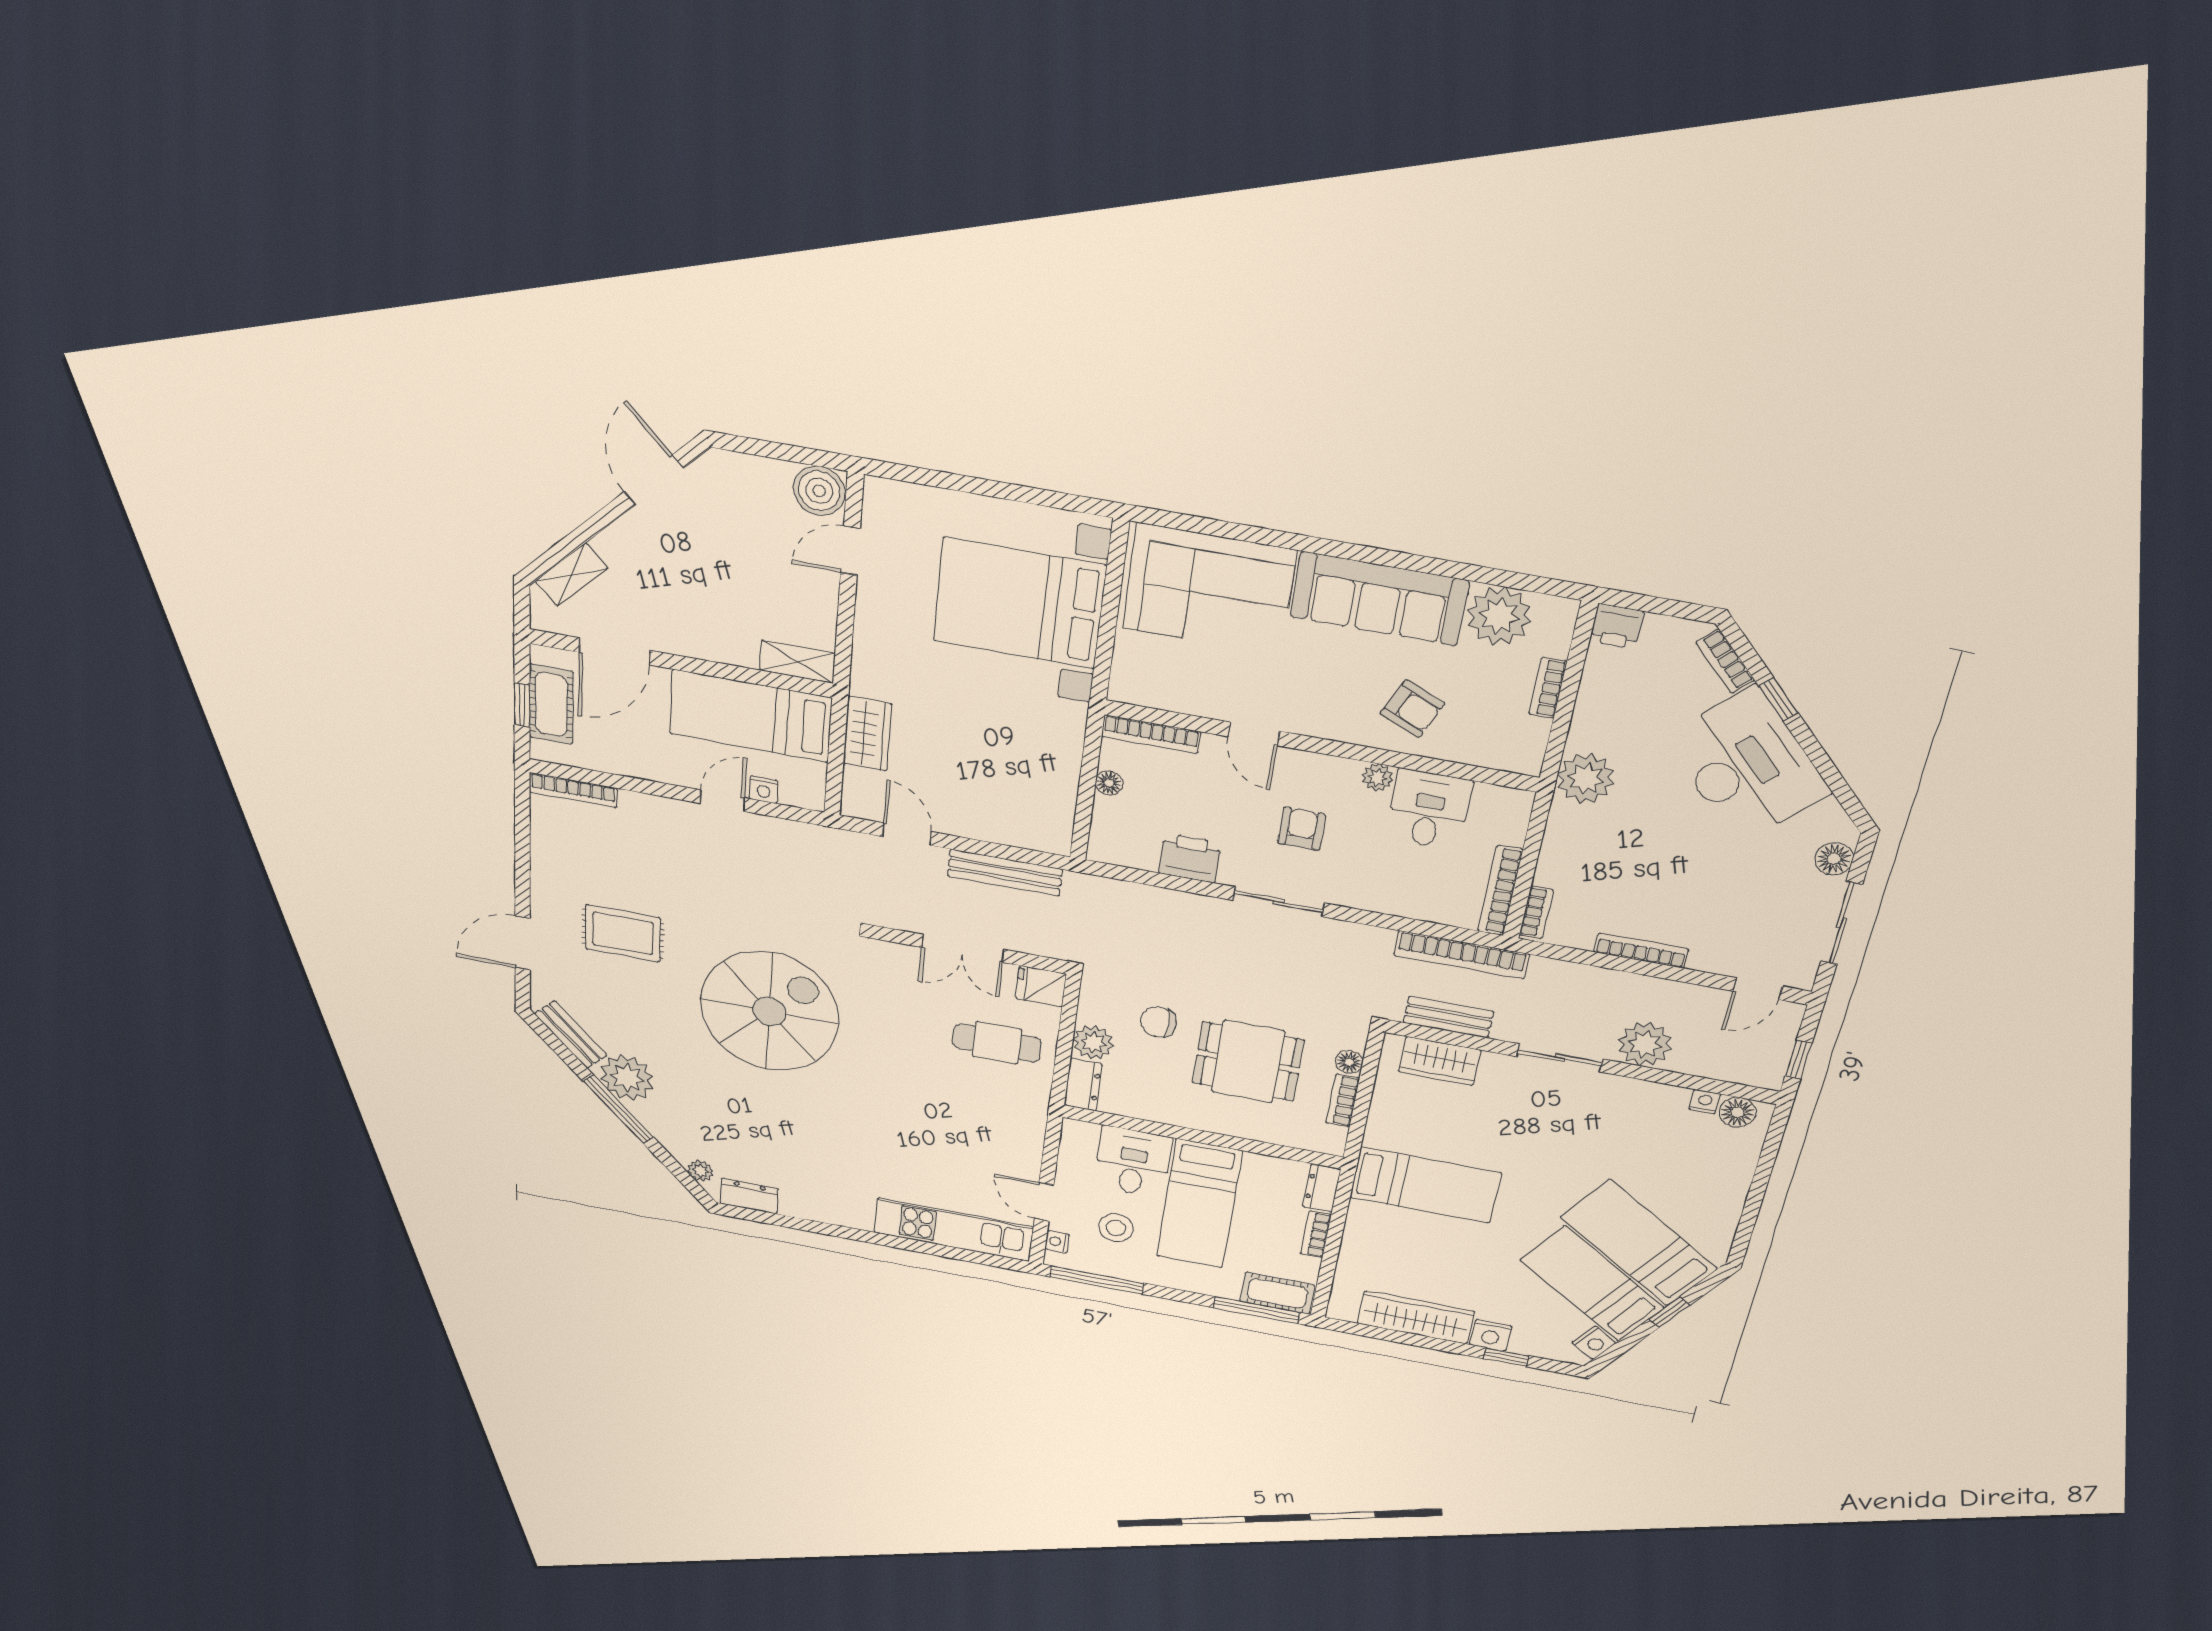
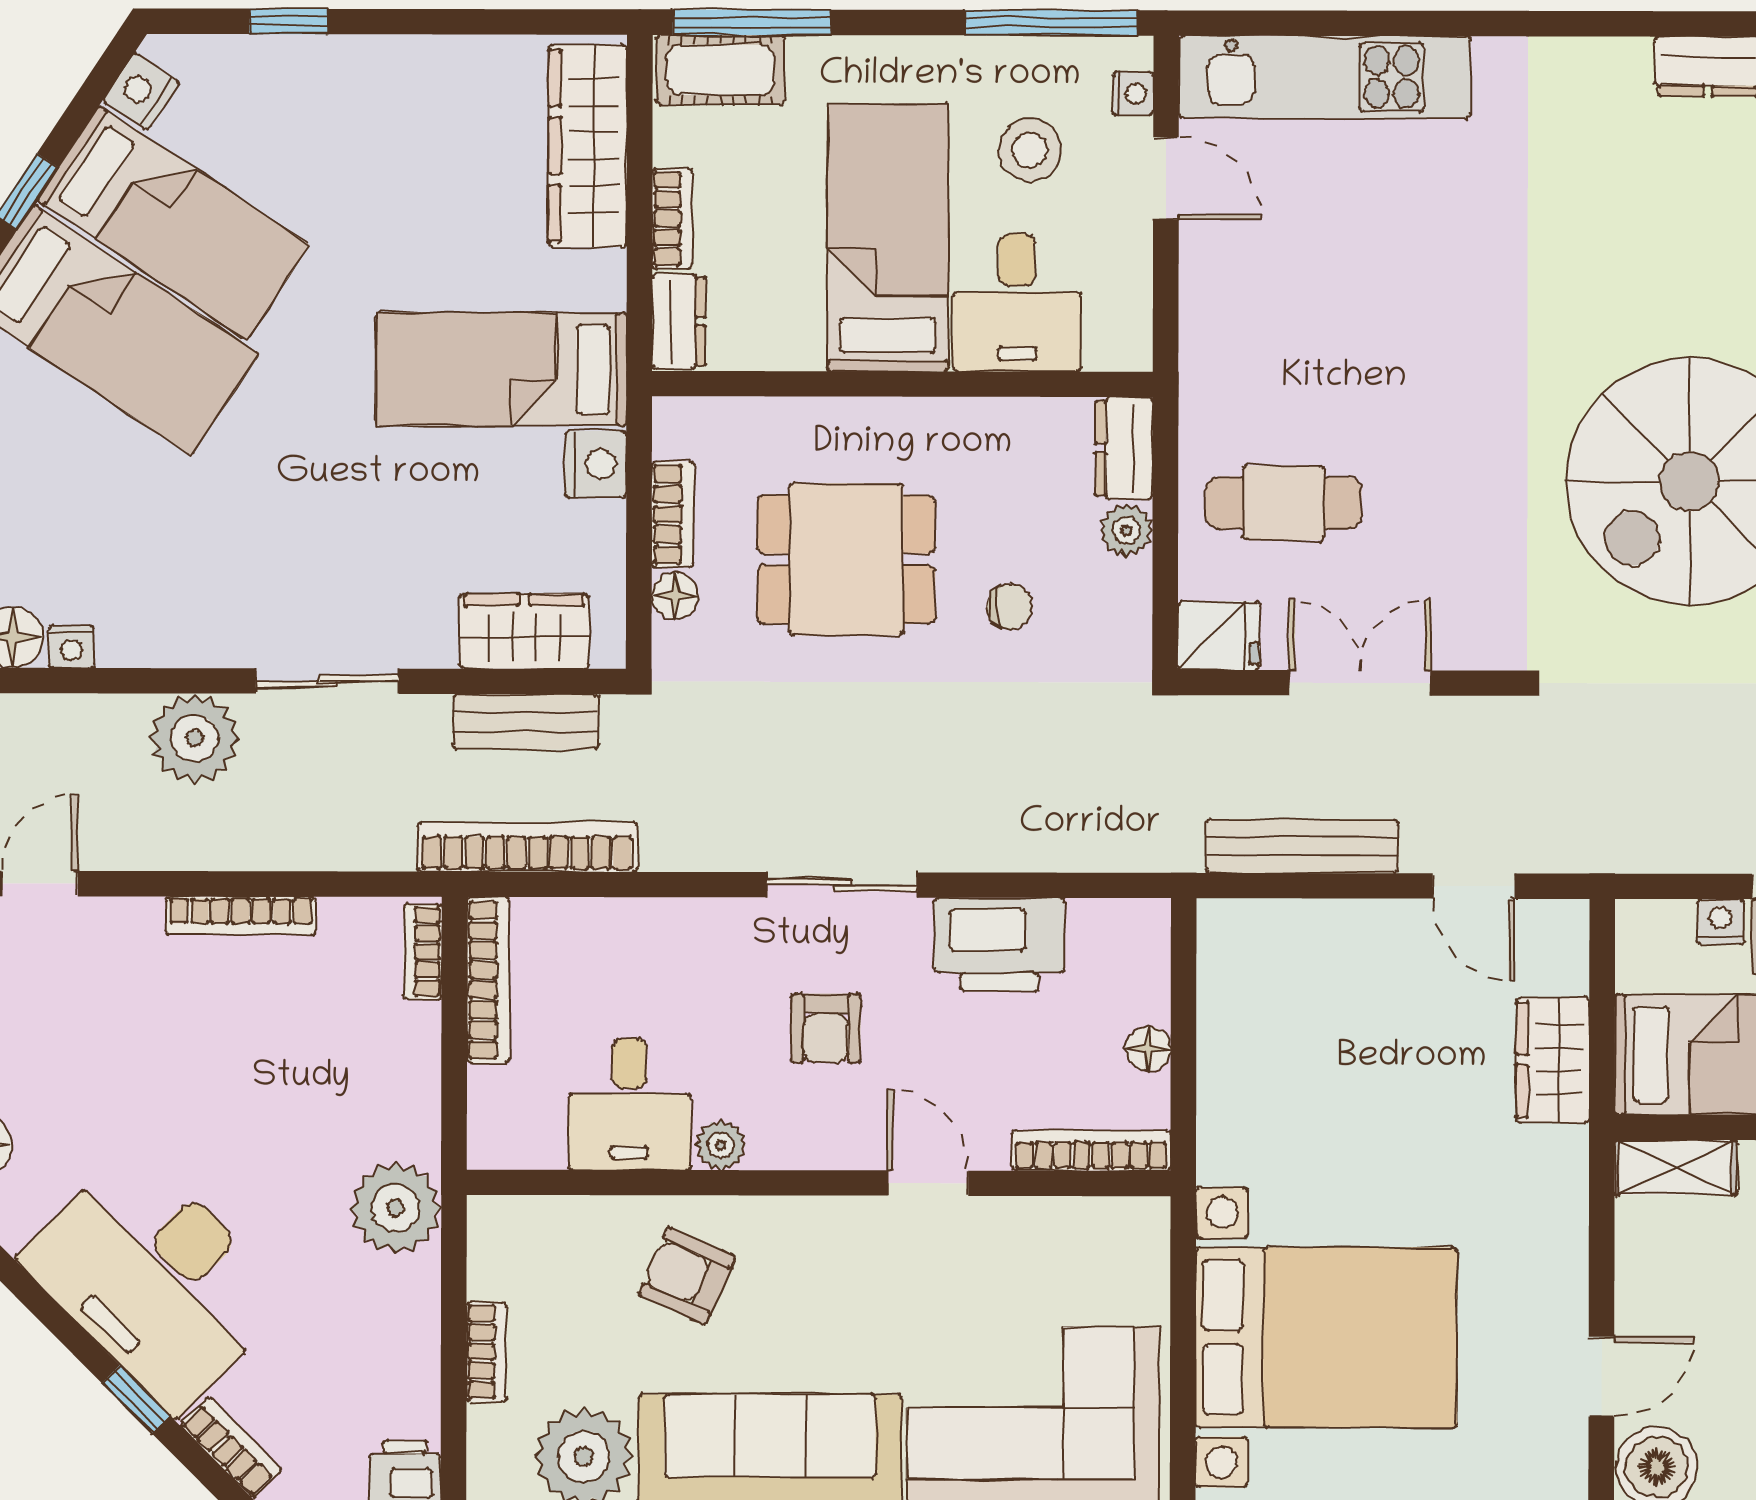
printer: (1190, 858) -> (999, 945), width x1.37, depth x1.19
chair: (1158, 1022) -> (1010, 607), width x0.73, depth x0.73
plant: (1093, 1042) -> (1126, 530), width x0.73, depth x0.73
wardrobe: (1416, 1317) -> (588, 146), moved, turned 90
nightstand: (1491, 1335) -> (596, 464), moved, turned 90

